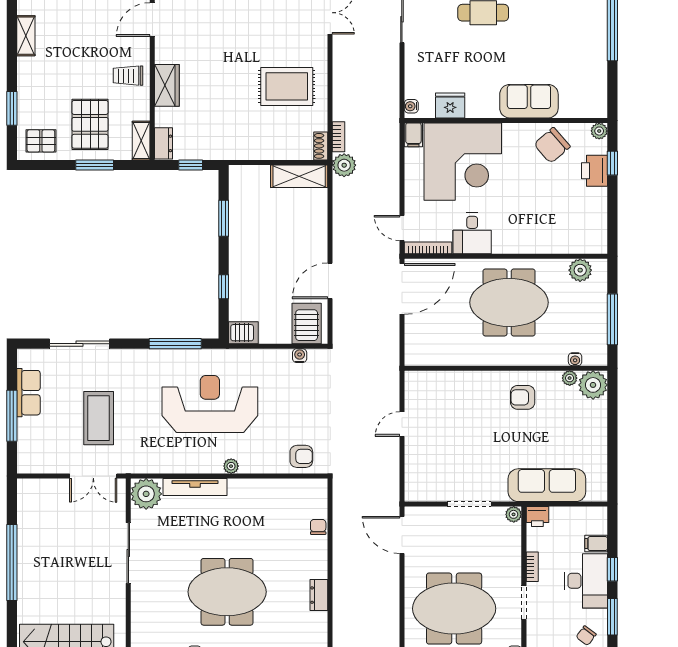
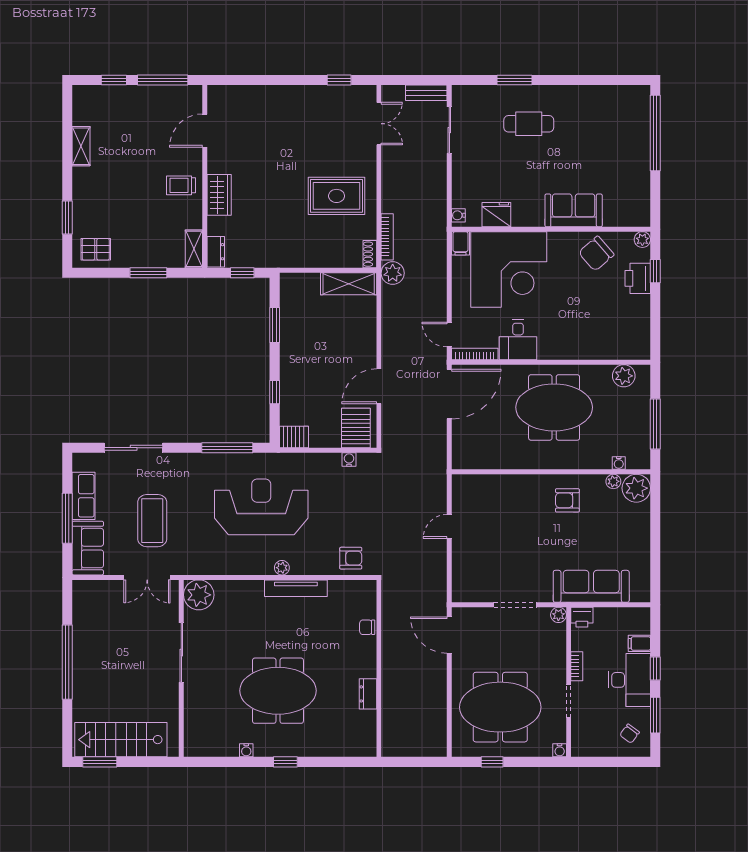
pallet: (90, 124) -> (144, 233), removed
bookcase: (339, 137) -> (387, 237), width x1.56
sofa: (33, 446) -> (88, 548), added
tv unit: (195, 487) -> (296, 588), moved
chair: (318, 527) -> (367, 627), turned -90

